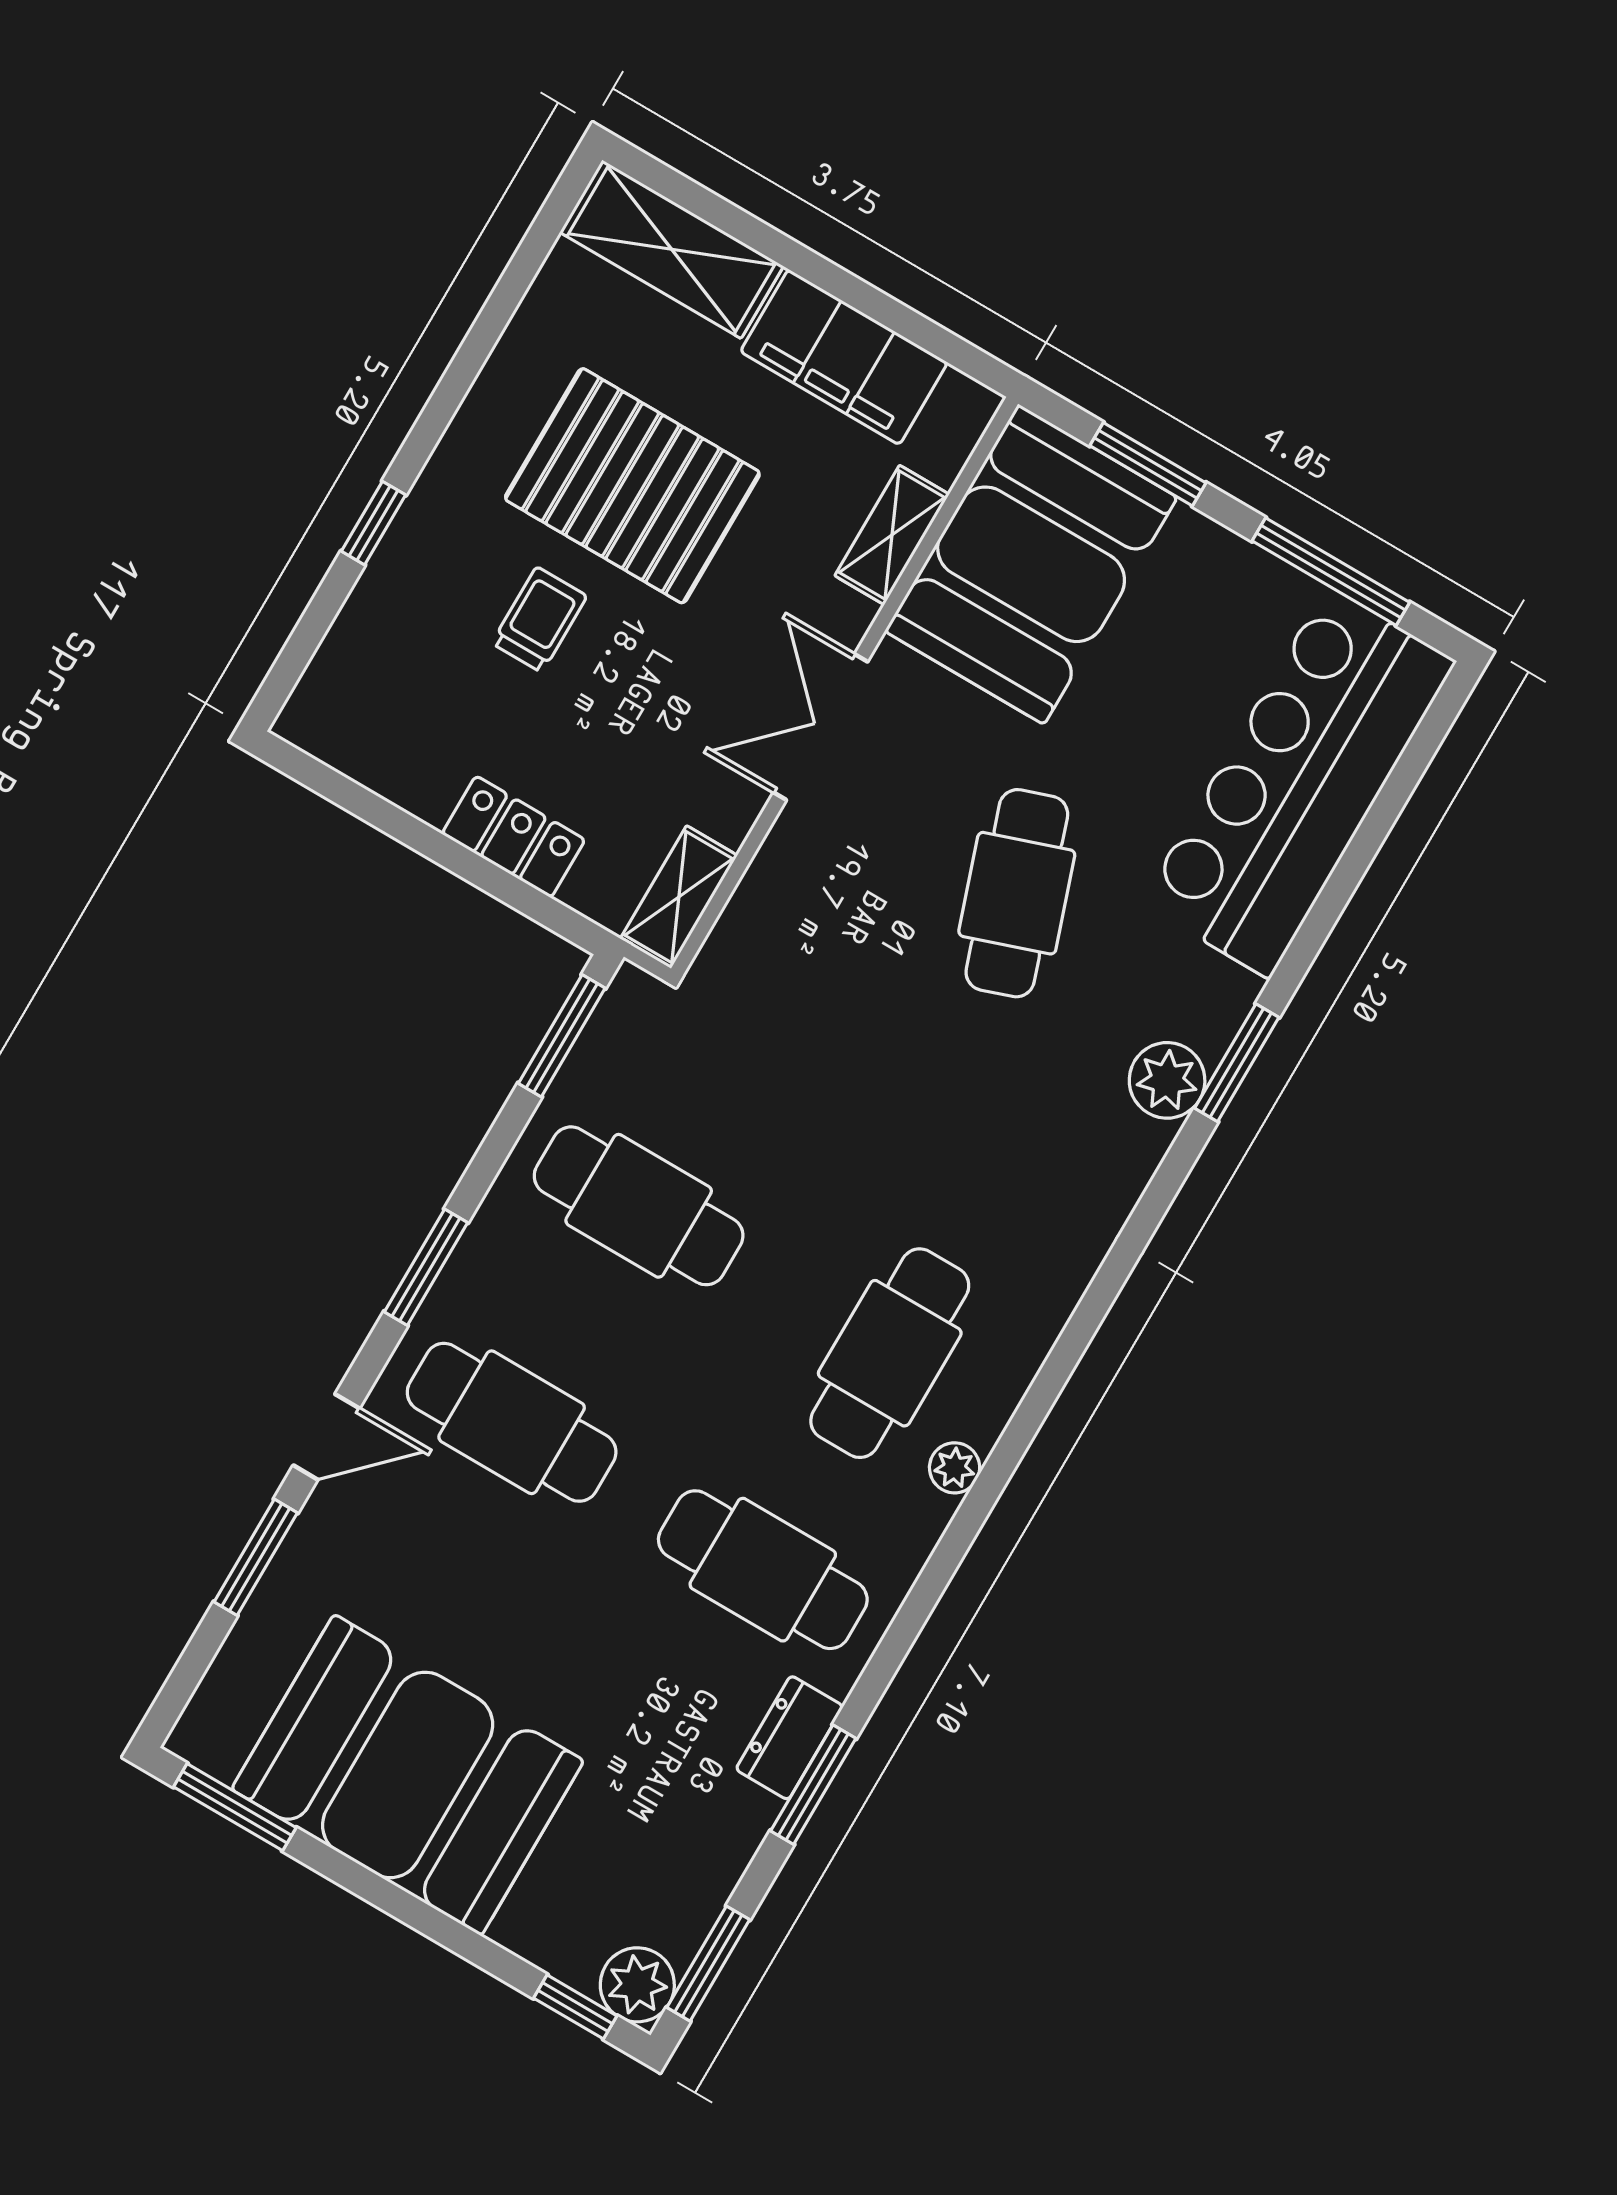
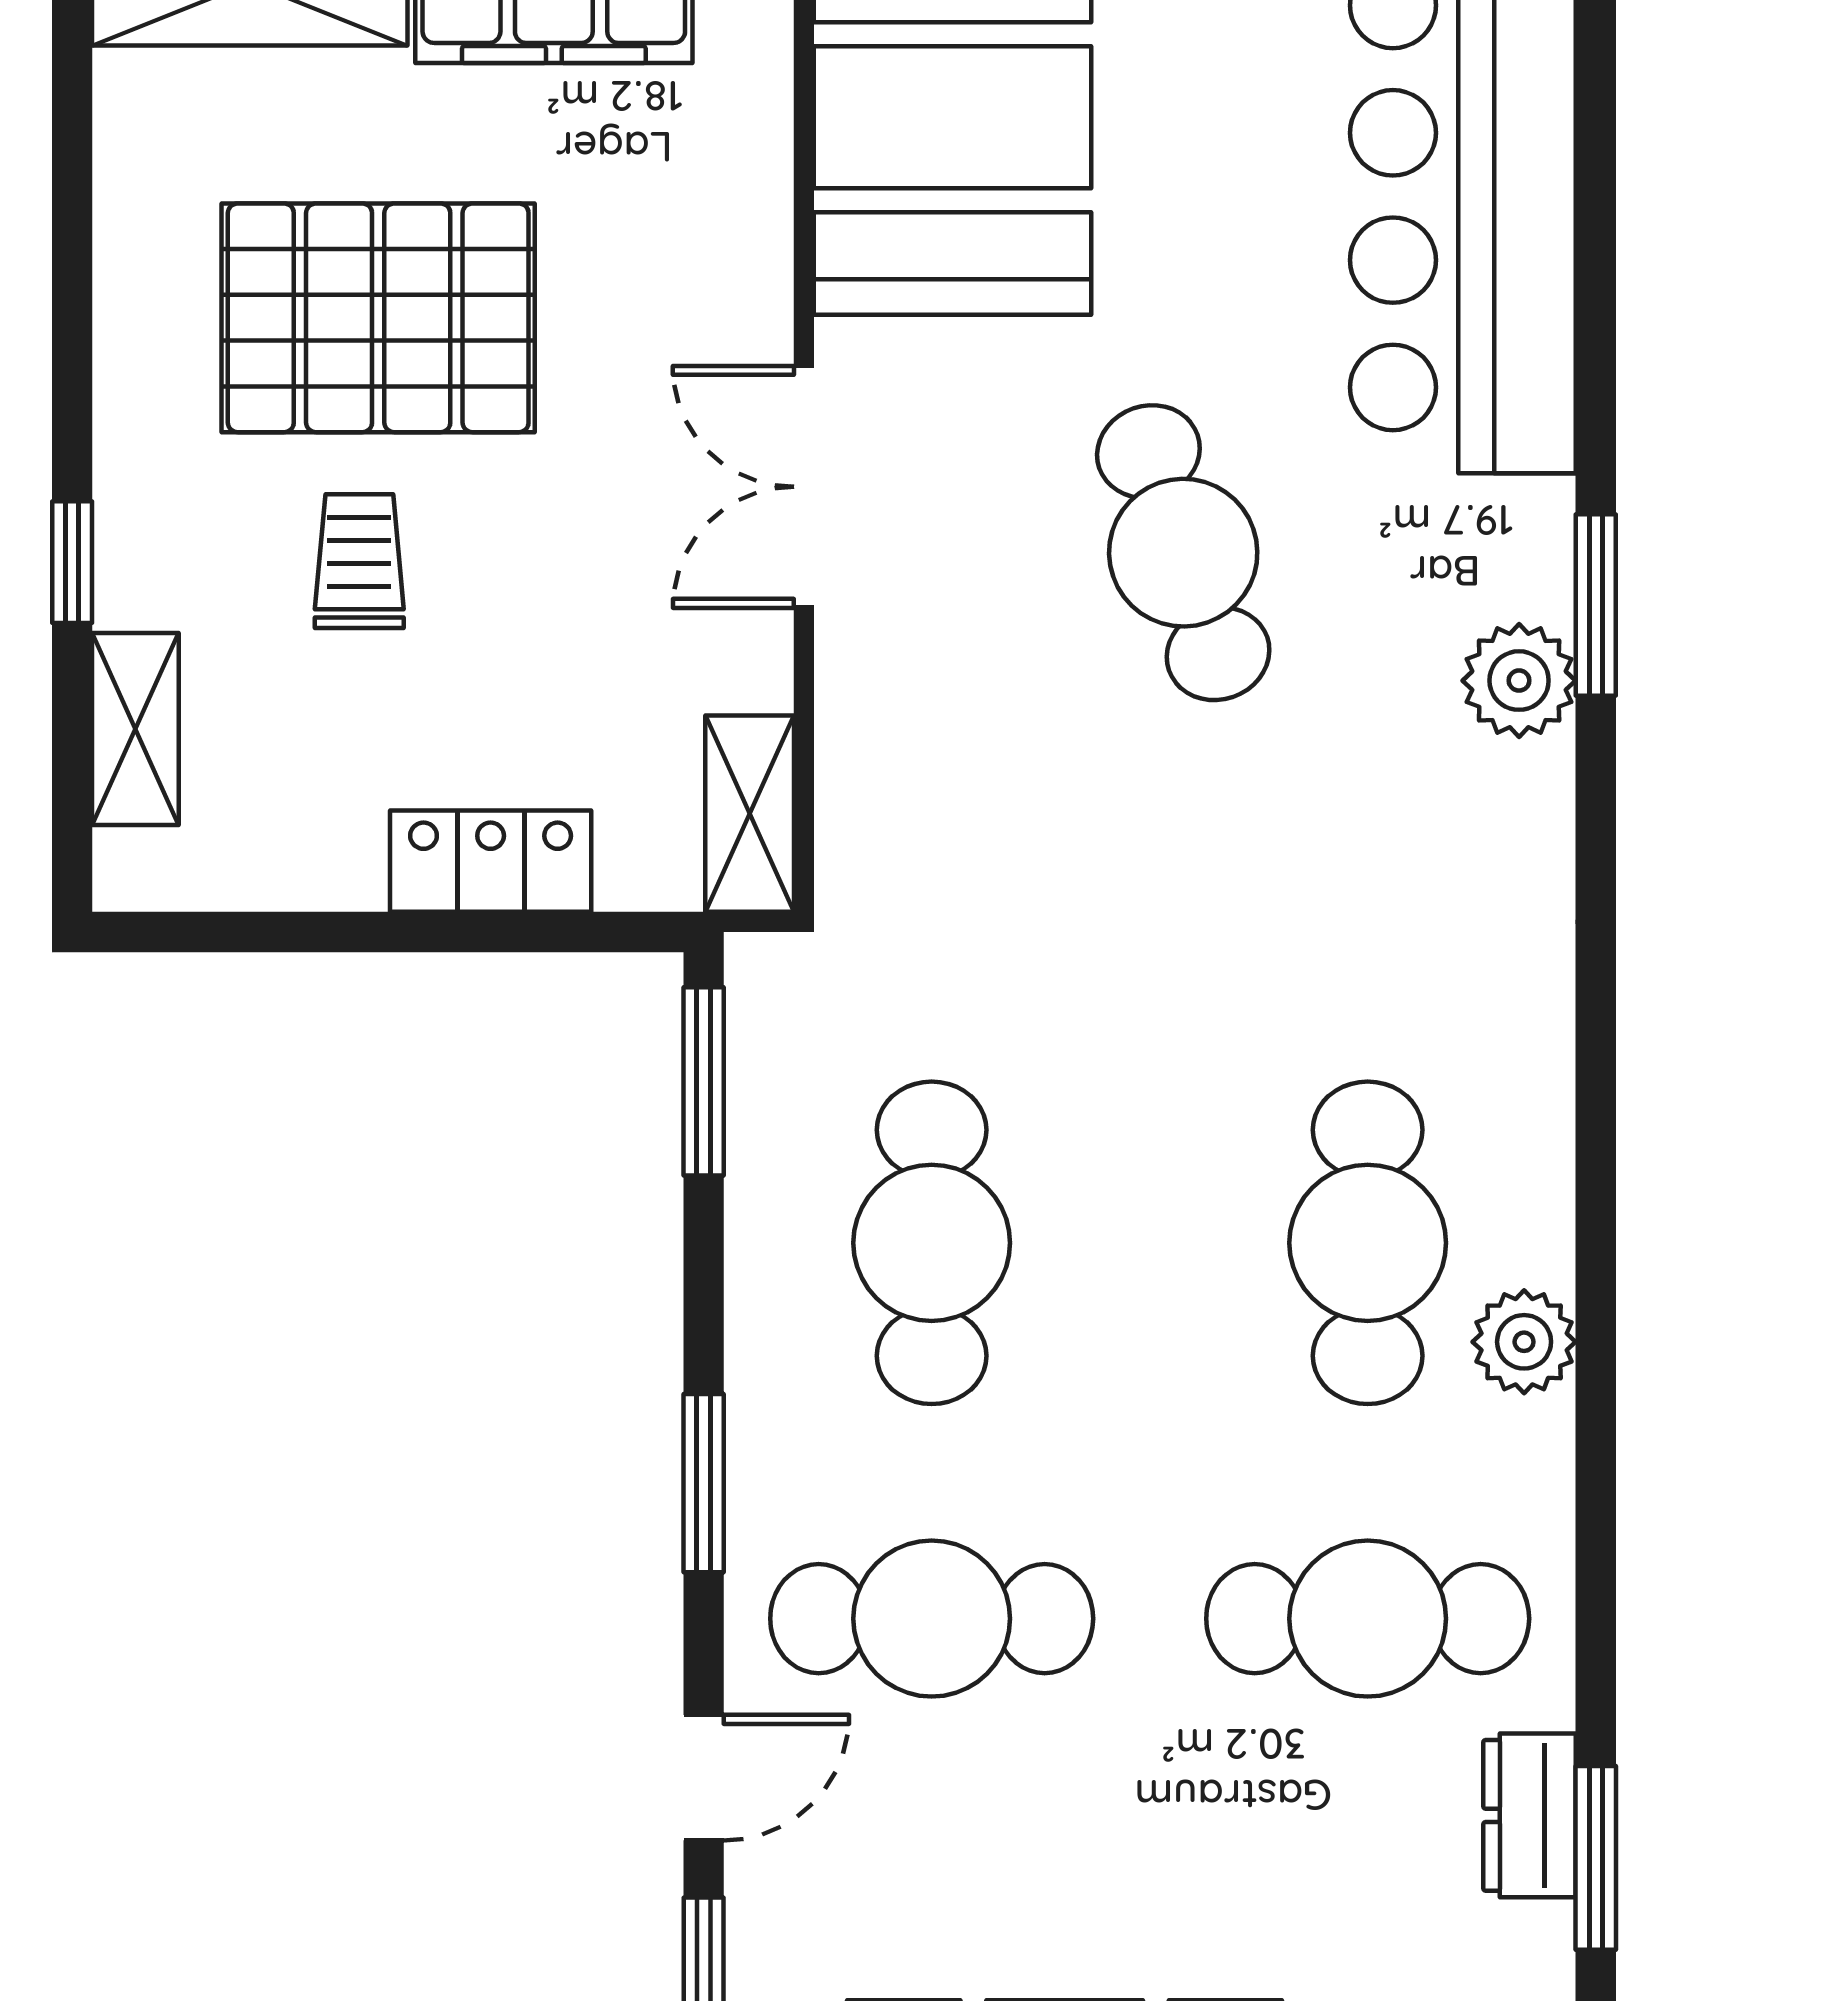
shelving: (892, 535) -> (135, 729), moved
cafe table: (639, 1206) -> (932, 1243), turned 90
plant: (955, 1468) -> (1524, 1342), width x1.38, depth x1.38

